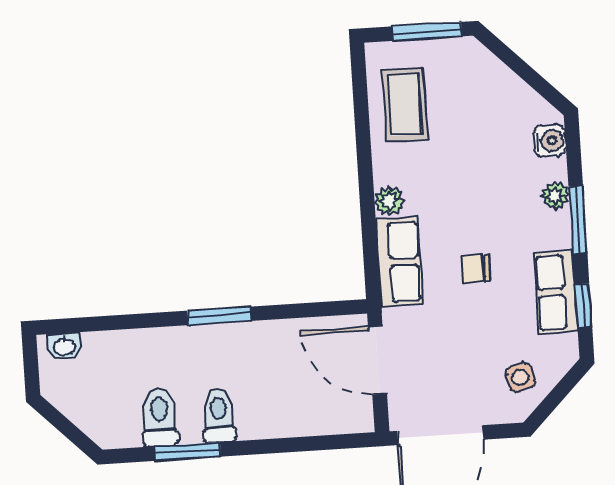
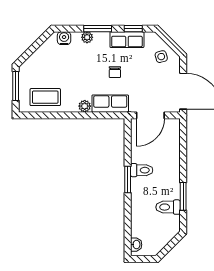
toilet: (219, 416) -> (142, 170), moved, turned 180

